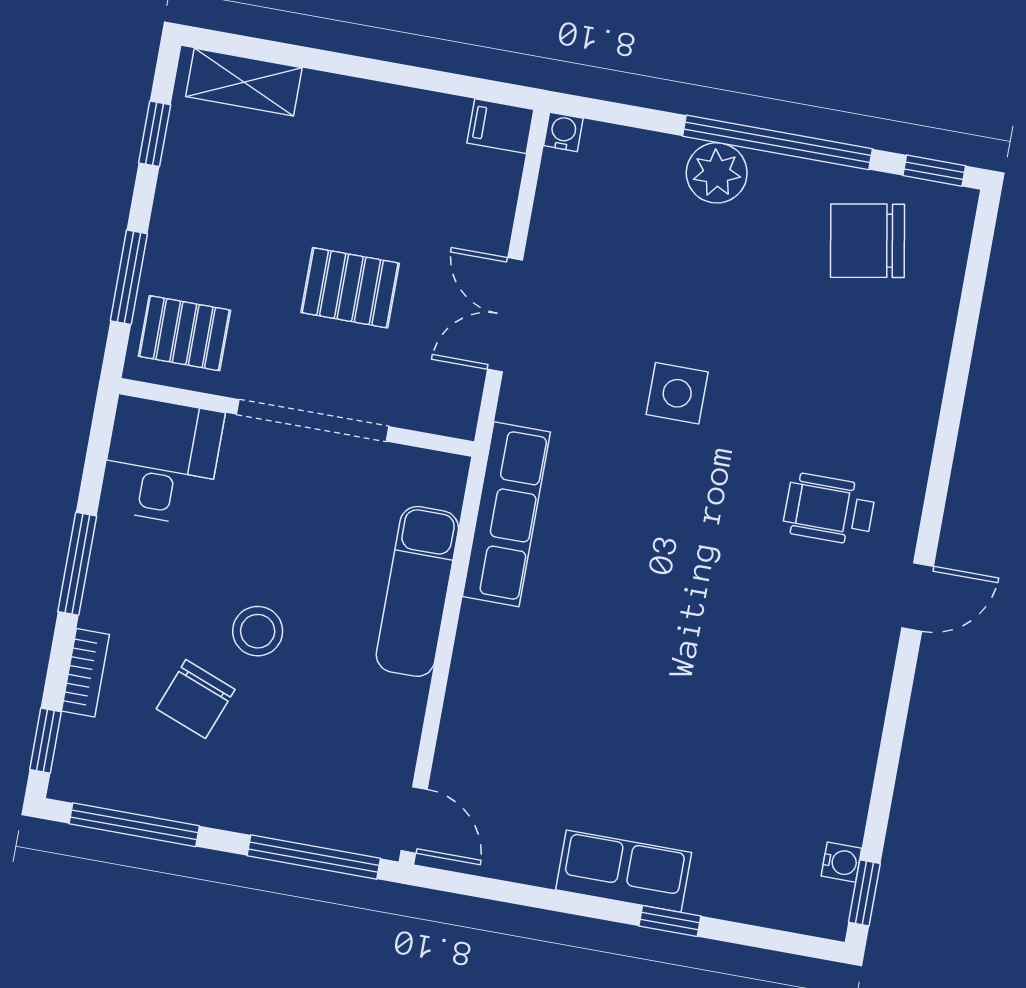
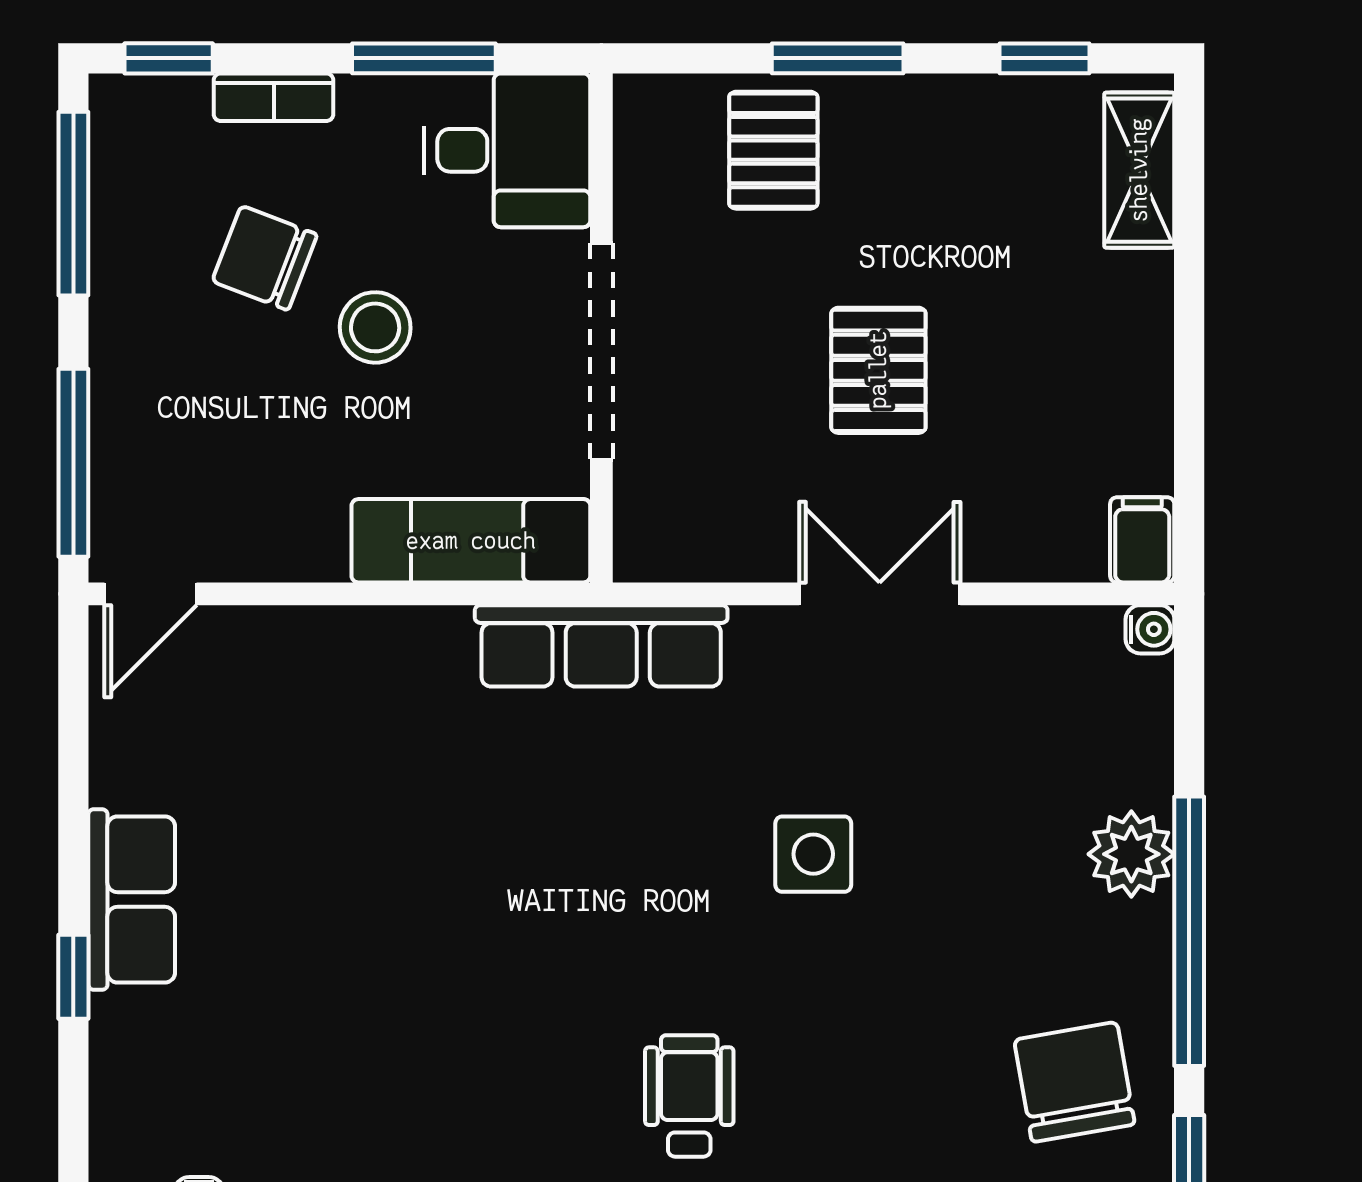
wall: (296, 417) -> (601, 328), moved
doorway: (313, 420) -> (601, 351), moved
desk: (162, 461) -> (507, 150), moved

